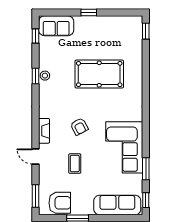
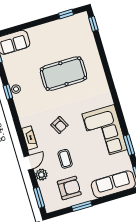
window: (89, 13) -> (66, 14), moved
door: (36, 156) -> (29, 163), swing flipped
plant: (45, 173) -> (41, 175), added
armchair: (60, 203) -> (69, 188), moved

